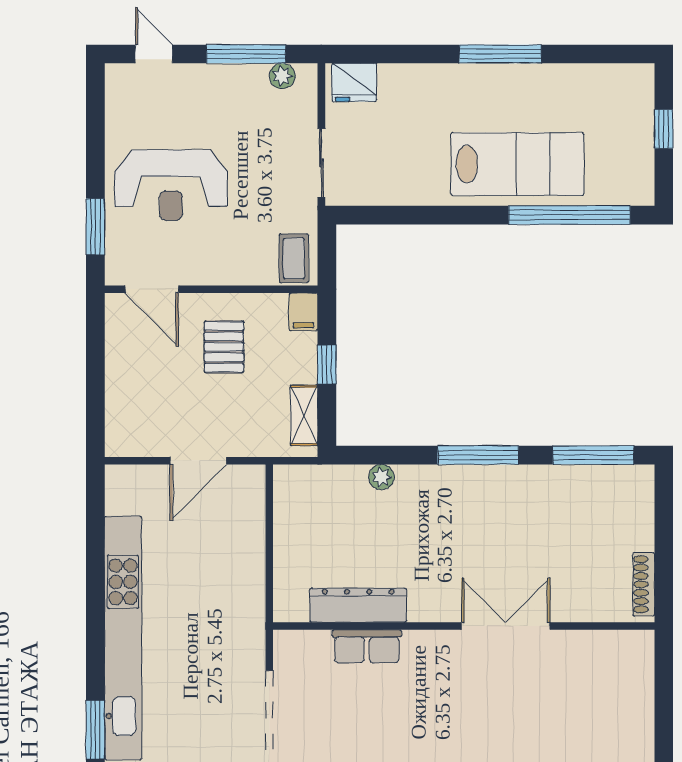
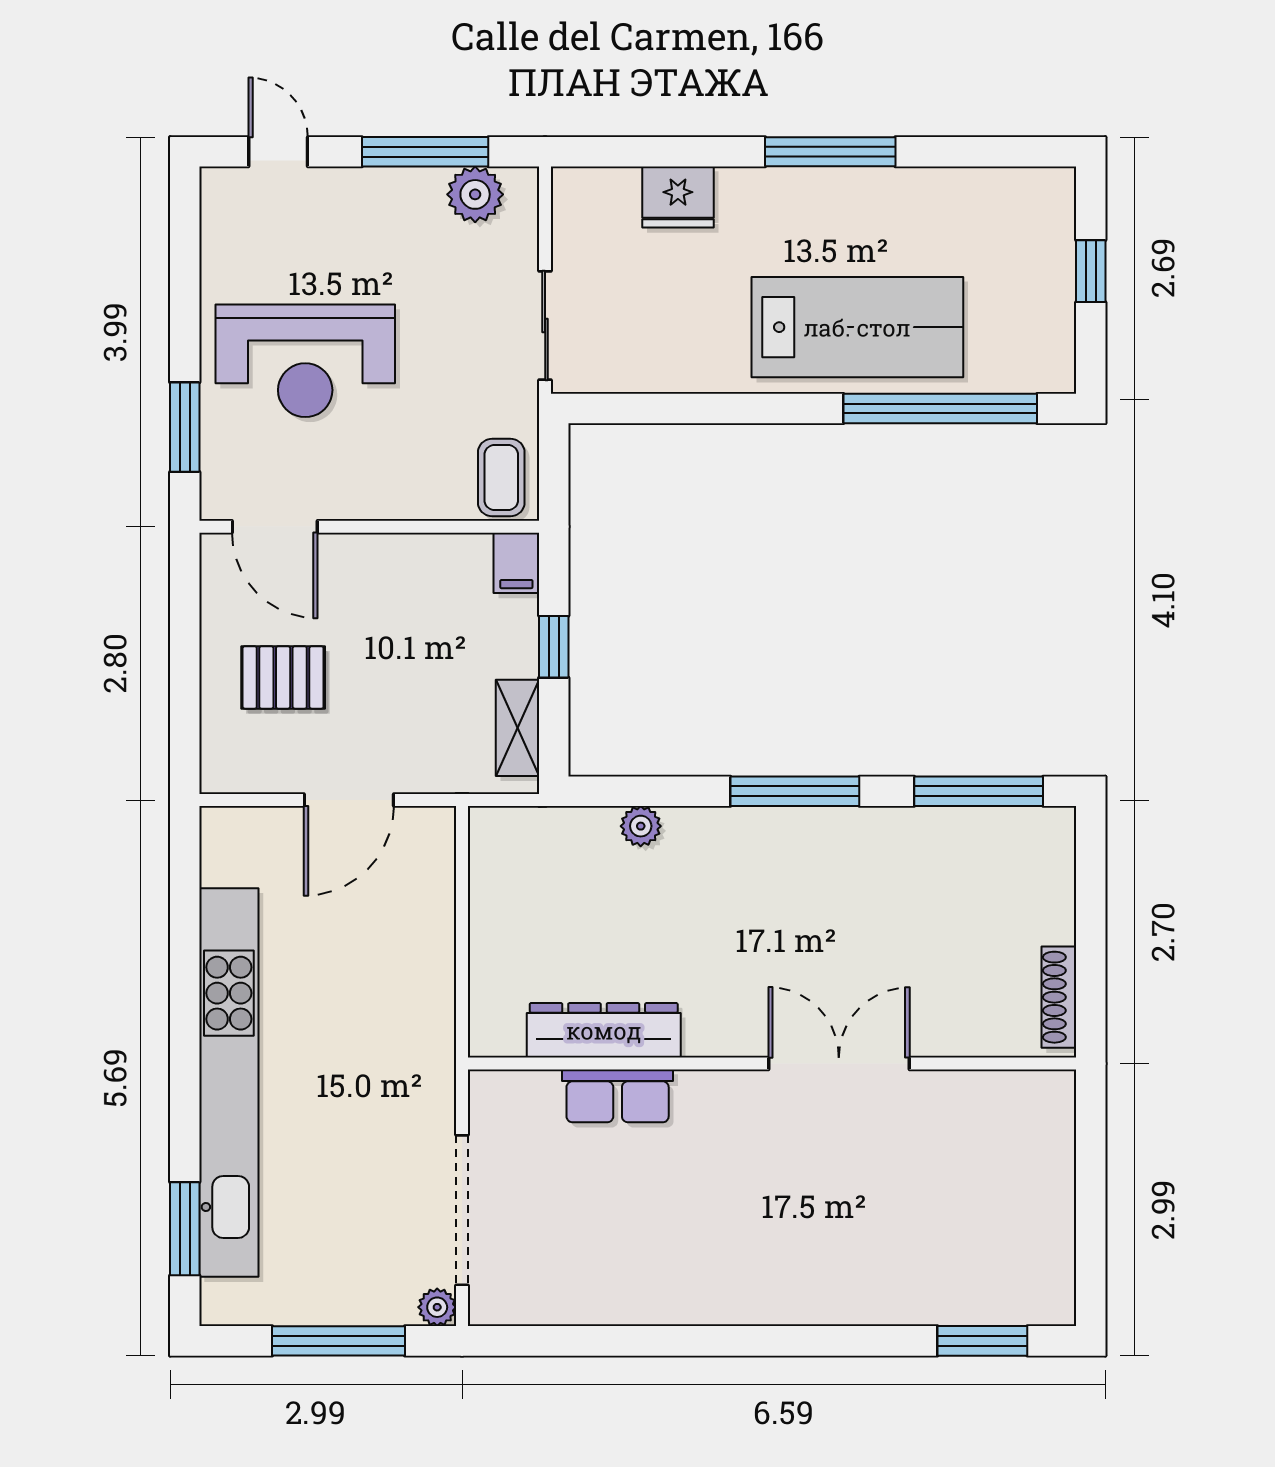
plant: (282, 76) -> (475, 194), width x1.38, depth x1.38
fridge: (354, 82) -> (678, 197), moved
pallet: (224, 347) -> (283, 677), moved, turned 90

